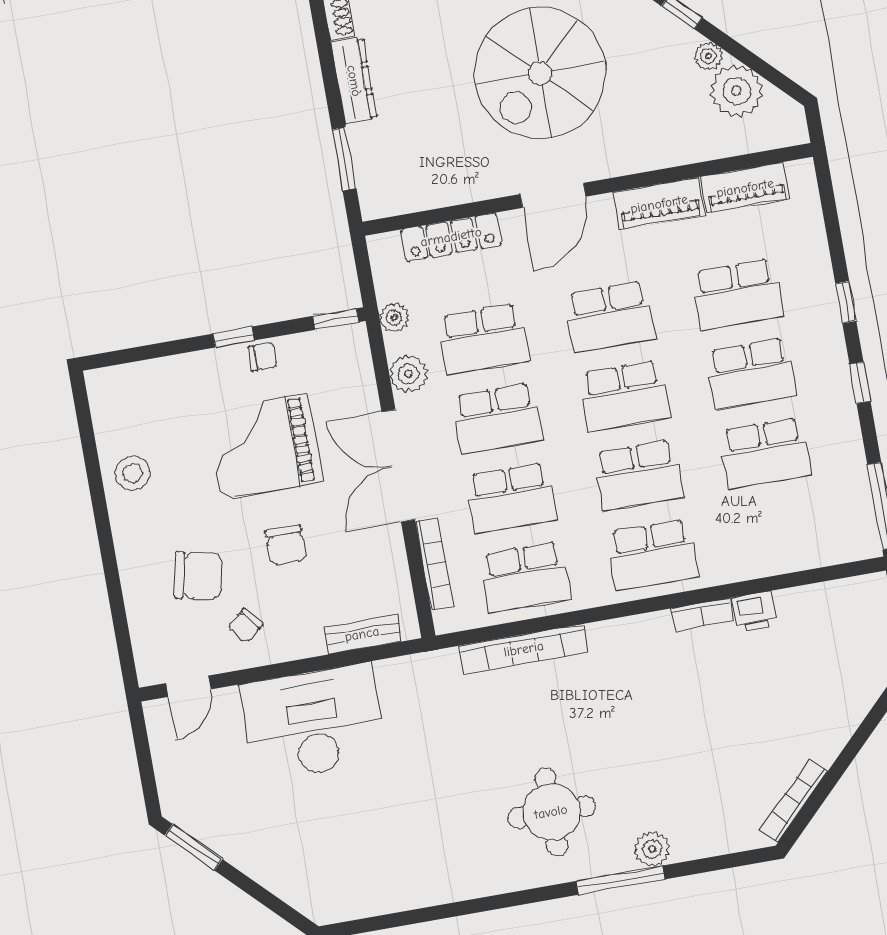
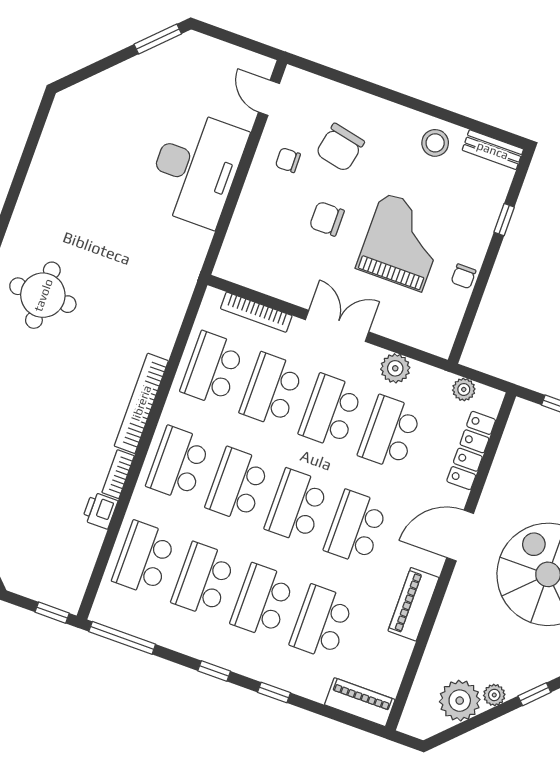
piano: (745, 188) -> (360, 702), moved, turned 90
door: (553, 195) -> (460, 536), hinge flipped
plant: (394, 318) -> (464, 389), moved
window: (336, 319) -> (461, 340), removed
window: (234, 337) -> (504, 220), moved
double door: (398, 466) -> (337, 326), width x0.73
school desk: (779, 532) -> (144, 558), added
chair: (245, 626) -> (288, 160), turned -53
bench: (362, 634) -> (493, 150), moved, turned 90
bookcase: (524, 649) -> (141, 403), moved

